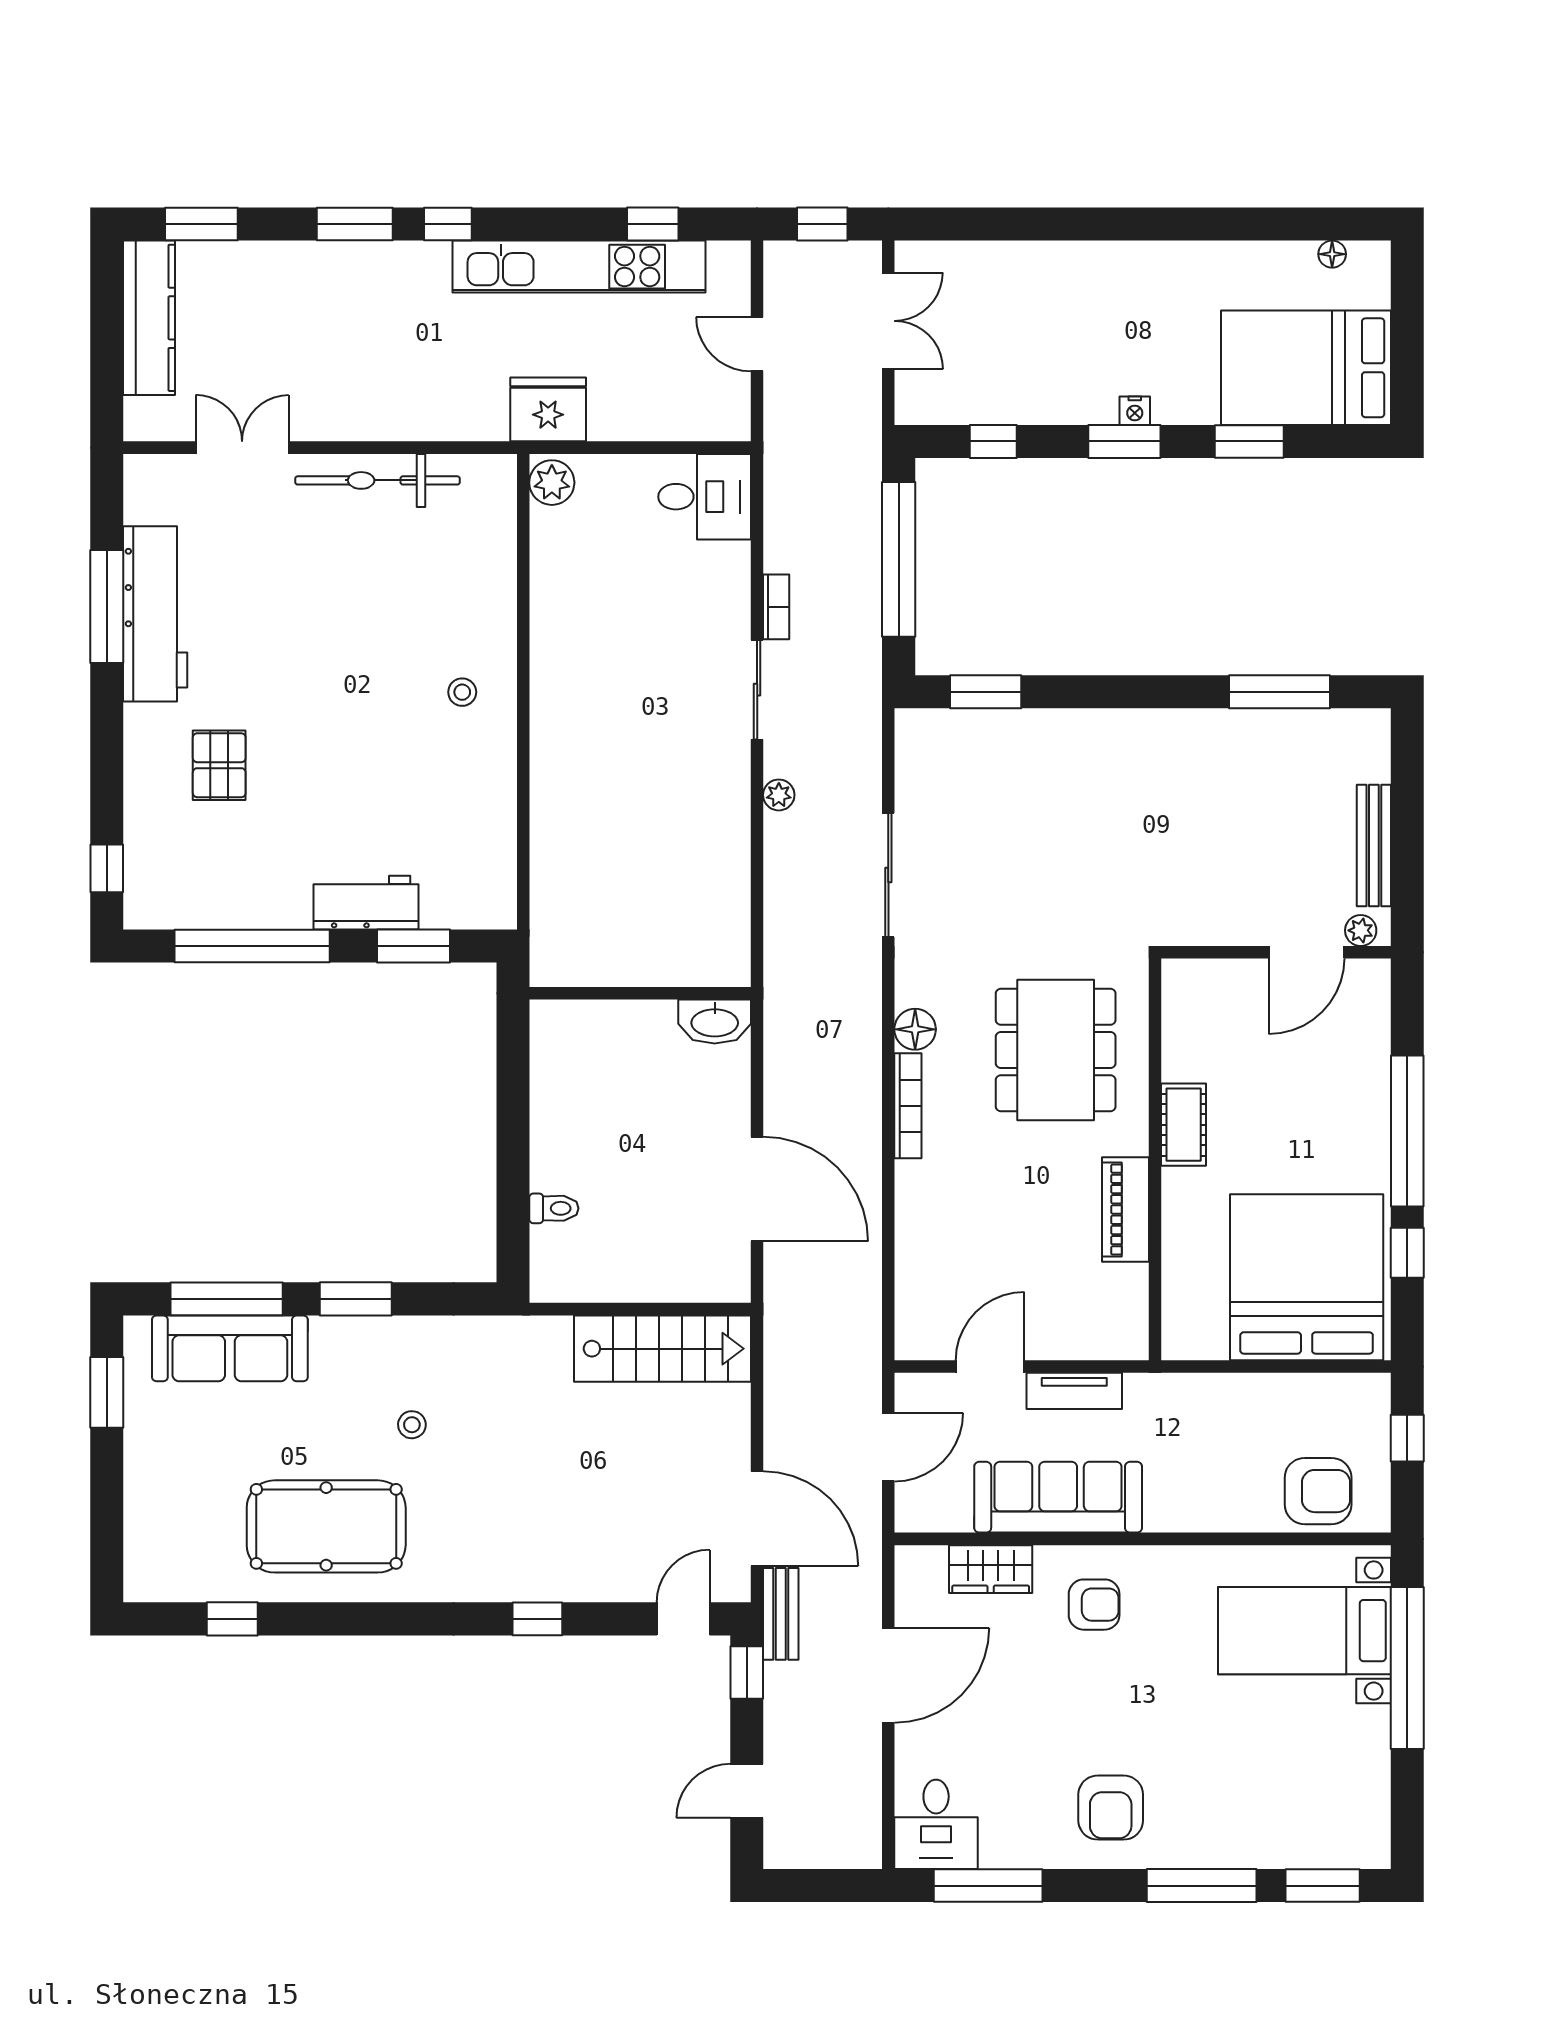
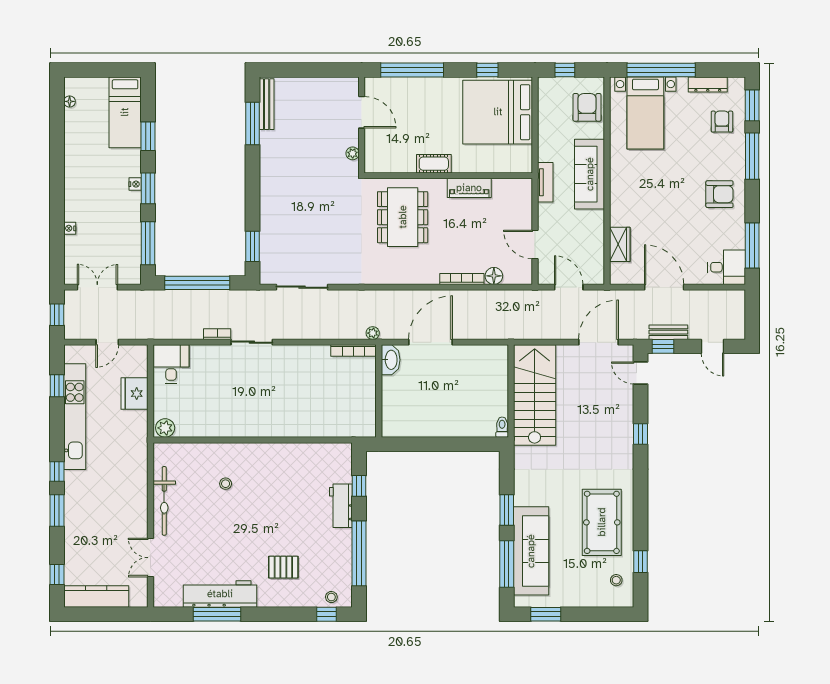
window: (201, 224) -> (57, 575), width x0.67
nightstand: (1029, 254) -> (70, 228), added
bed: (1306, 368) -> (125, 112), width x0.67
fridge: (548, 409) -> (135, 394), moved
window: (993, 441) -> (148, 243), width x2.17
stool: (462, 692) -> (226, 484), moved
plant: (779, 795) -> (373, 333), moved
bench: (1374, 846) -> (267, 104), moved, turned 90
sliding door: (888, 875) -> (302, 287), moved
stool: (148, 880) -> (331, 597), added
plant: (1361, 930) -> (353, 153), moved
bookcase: (737, 933) -> (353, 350), added
window: (414, 946) -> (359, 486), width x0.67
floor lamp: (915, 1029) -> (494, 276), moved
dining table: (1056, 1050) -> (403, 217), turned 90
bookcase: (908, 1106) -> (462, 279), moved
window: (1407, 1131) -> (412, 70), moved
door: (757, 1189) -> (431, 342), moved
toilet: (554, 1208) -> (502, 427), moved
sofa: (230, 1348) -> (531, 551), width x1.36, depth x1.27
stairs: (663, 1349) -> (535, 395), width x1.36, depth x1.51
tv unit: (1074, 1391) -> (545, 182), moved
stool: (412, 1425) -> (616, 580), moved
sofa: (1058, 1497) -> (590, 174), moved
armchair: (1094, 1605) -> (722, 122), moved
bench: (781, 1614) -> (668, 332), moved
dresser: (1373, 1779) -> (708, 84), added

